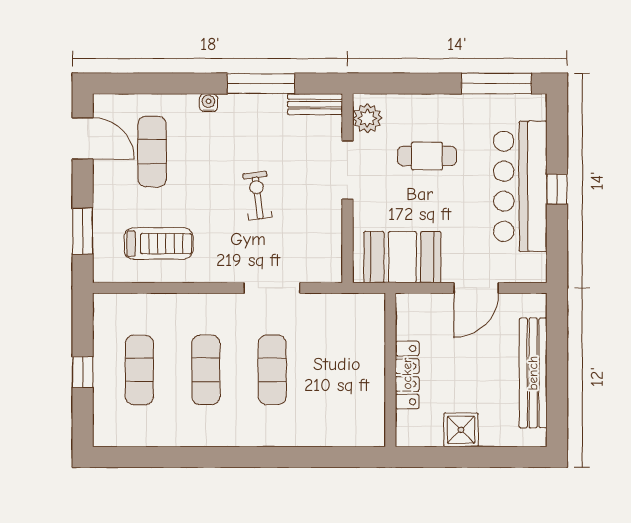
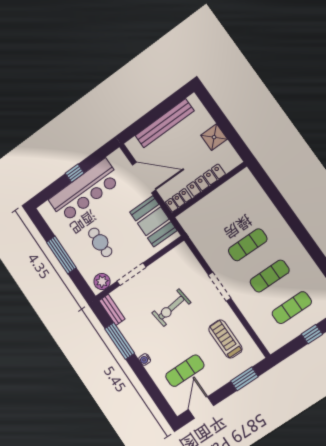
window: (496, 84) -> (61, 255), moved
exercise bike: (257, 196) -> (171, 308), width x1.38, depth x1.39
doorway: (272, 288) -> (220, 287), moved
door: (476, 288) -> (144, 177), width x1.36
locker: (407, 315) -> (178, 200), added

